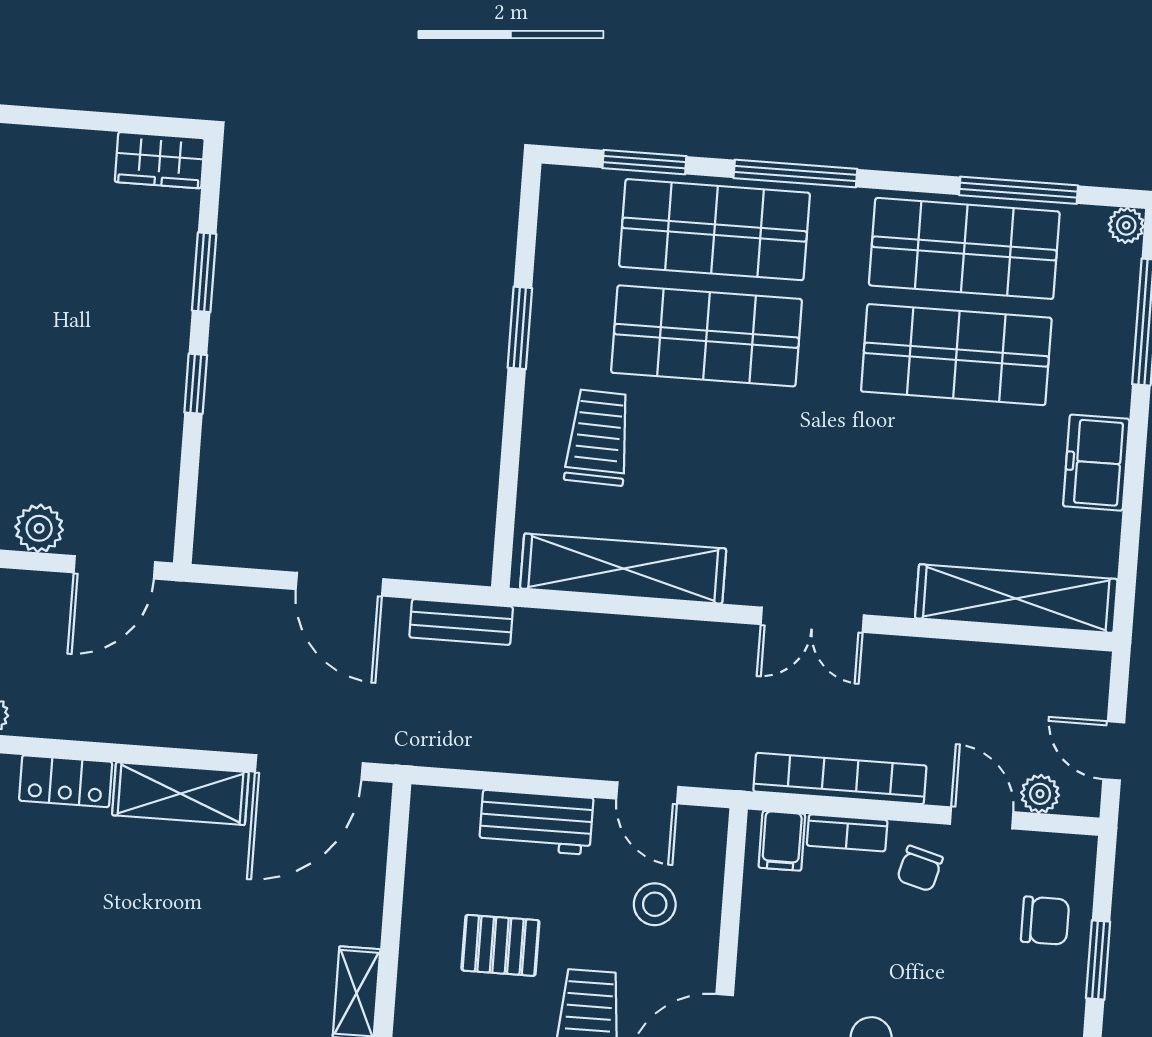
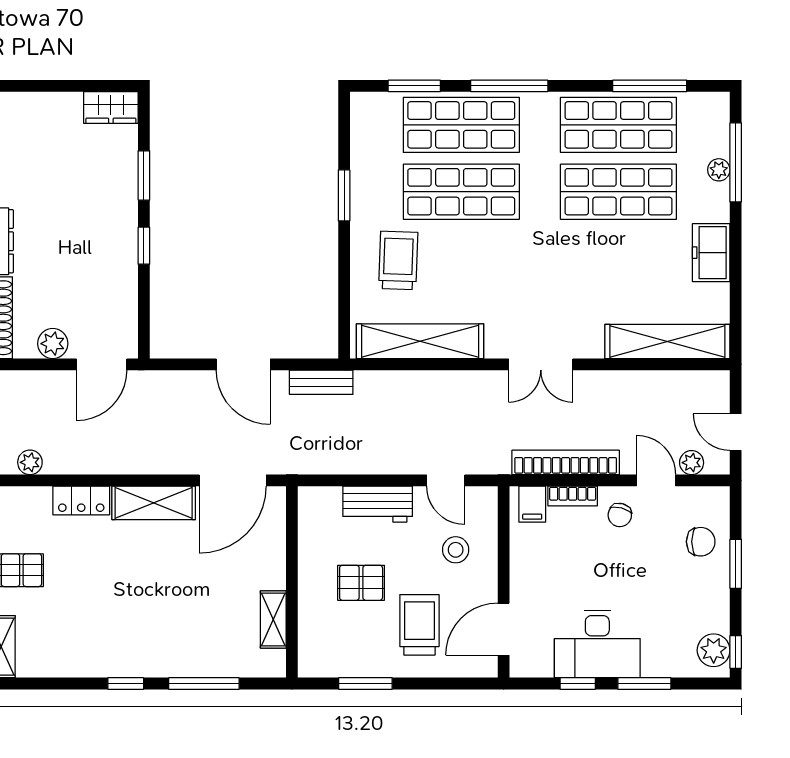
plant: (1126, 225) -> (719, 170), moved

